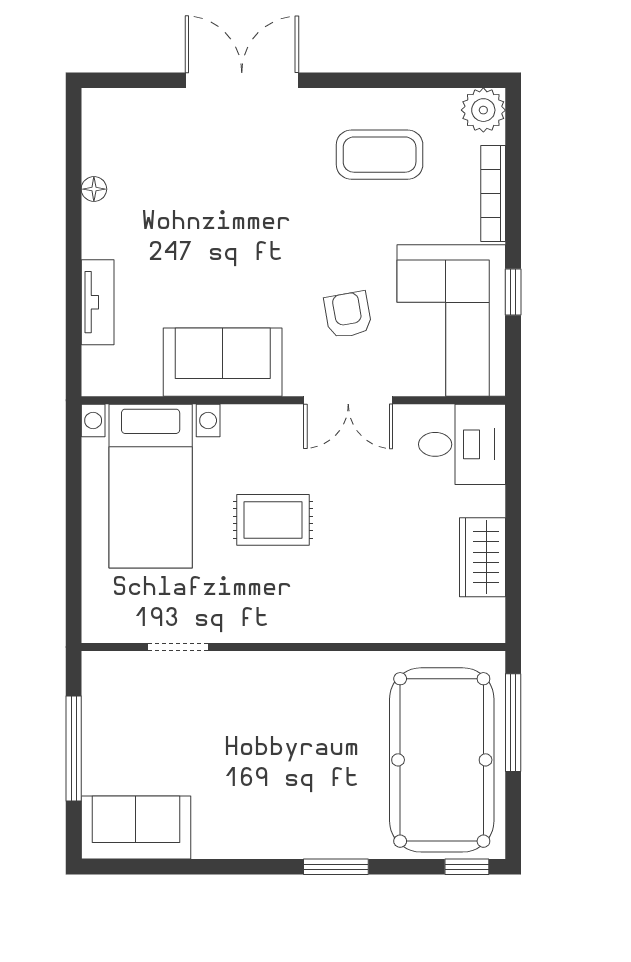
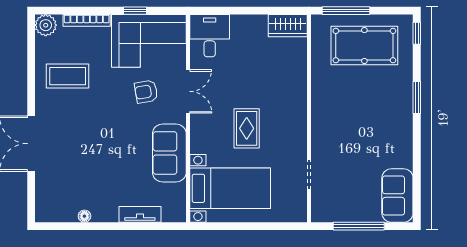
coffee table: (380, 155) -> (68, 76), turned 90
wardrobe: (482, 557) -> (288, 26), moved
pool table: (442, 760) -> (364, 46), width x0.73, depth x0.76

